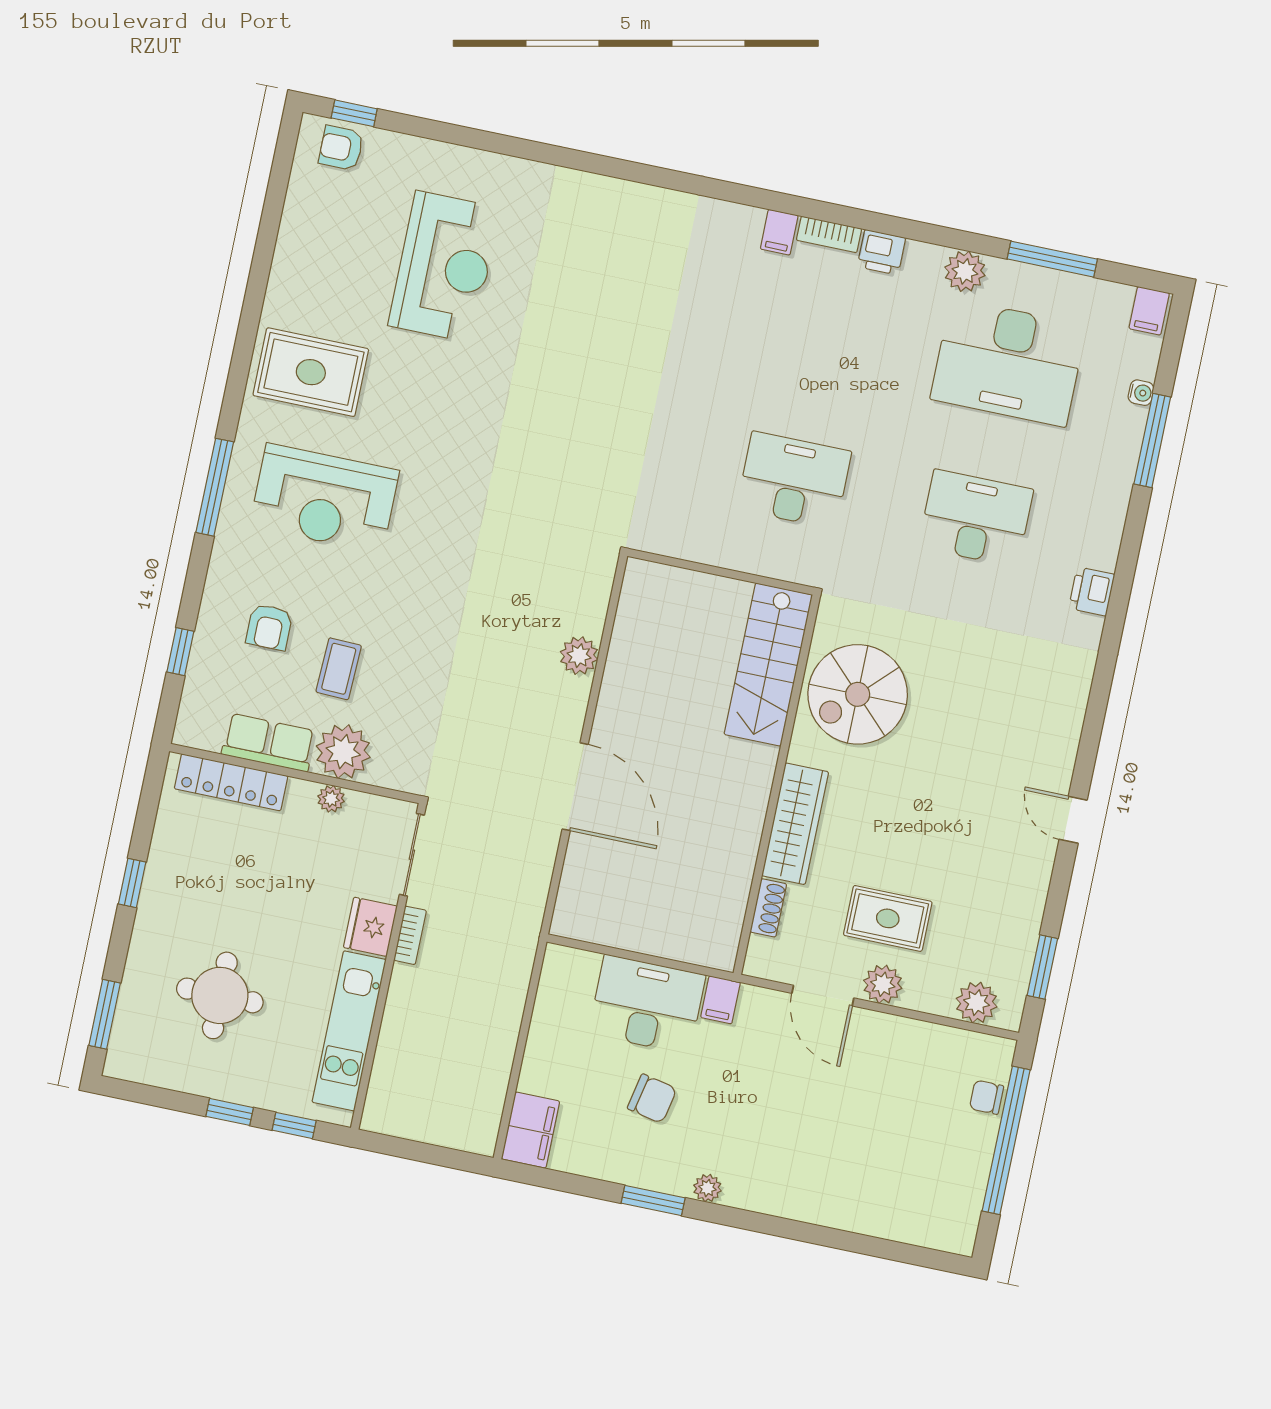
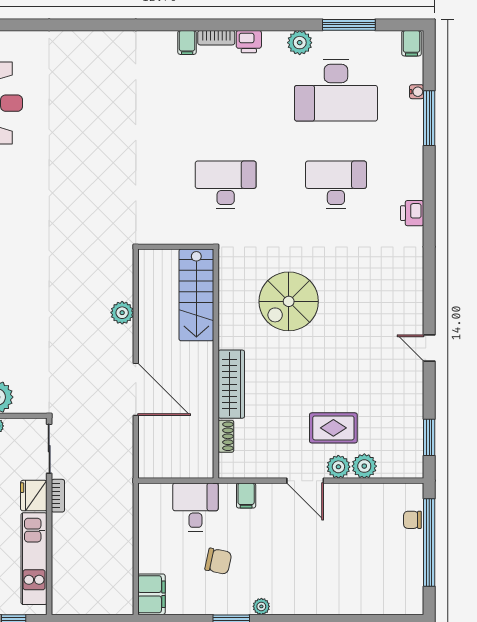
stairs: (768, 665) -> (196, 295), moved
wall: (777, 785) -> (216, 364), moved
wardrobe: (795, 824) -> (231, 384), moved
shoe rack: (768, 908) -> (226, 436), moved
plant: (977, 1003) -> (364, 466), moved
desk: (647, 1004) -> (195, 507), width x0.73

